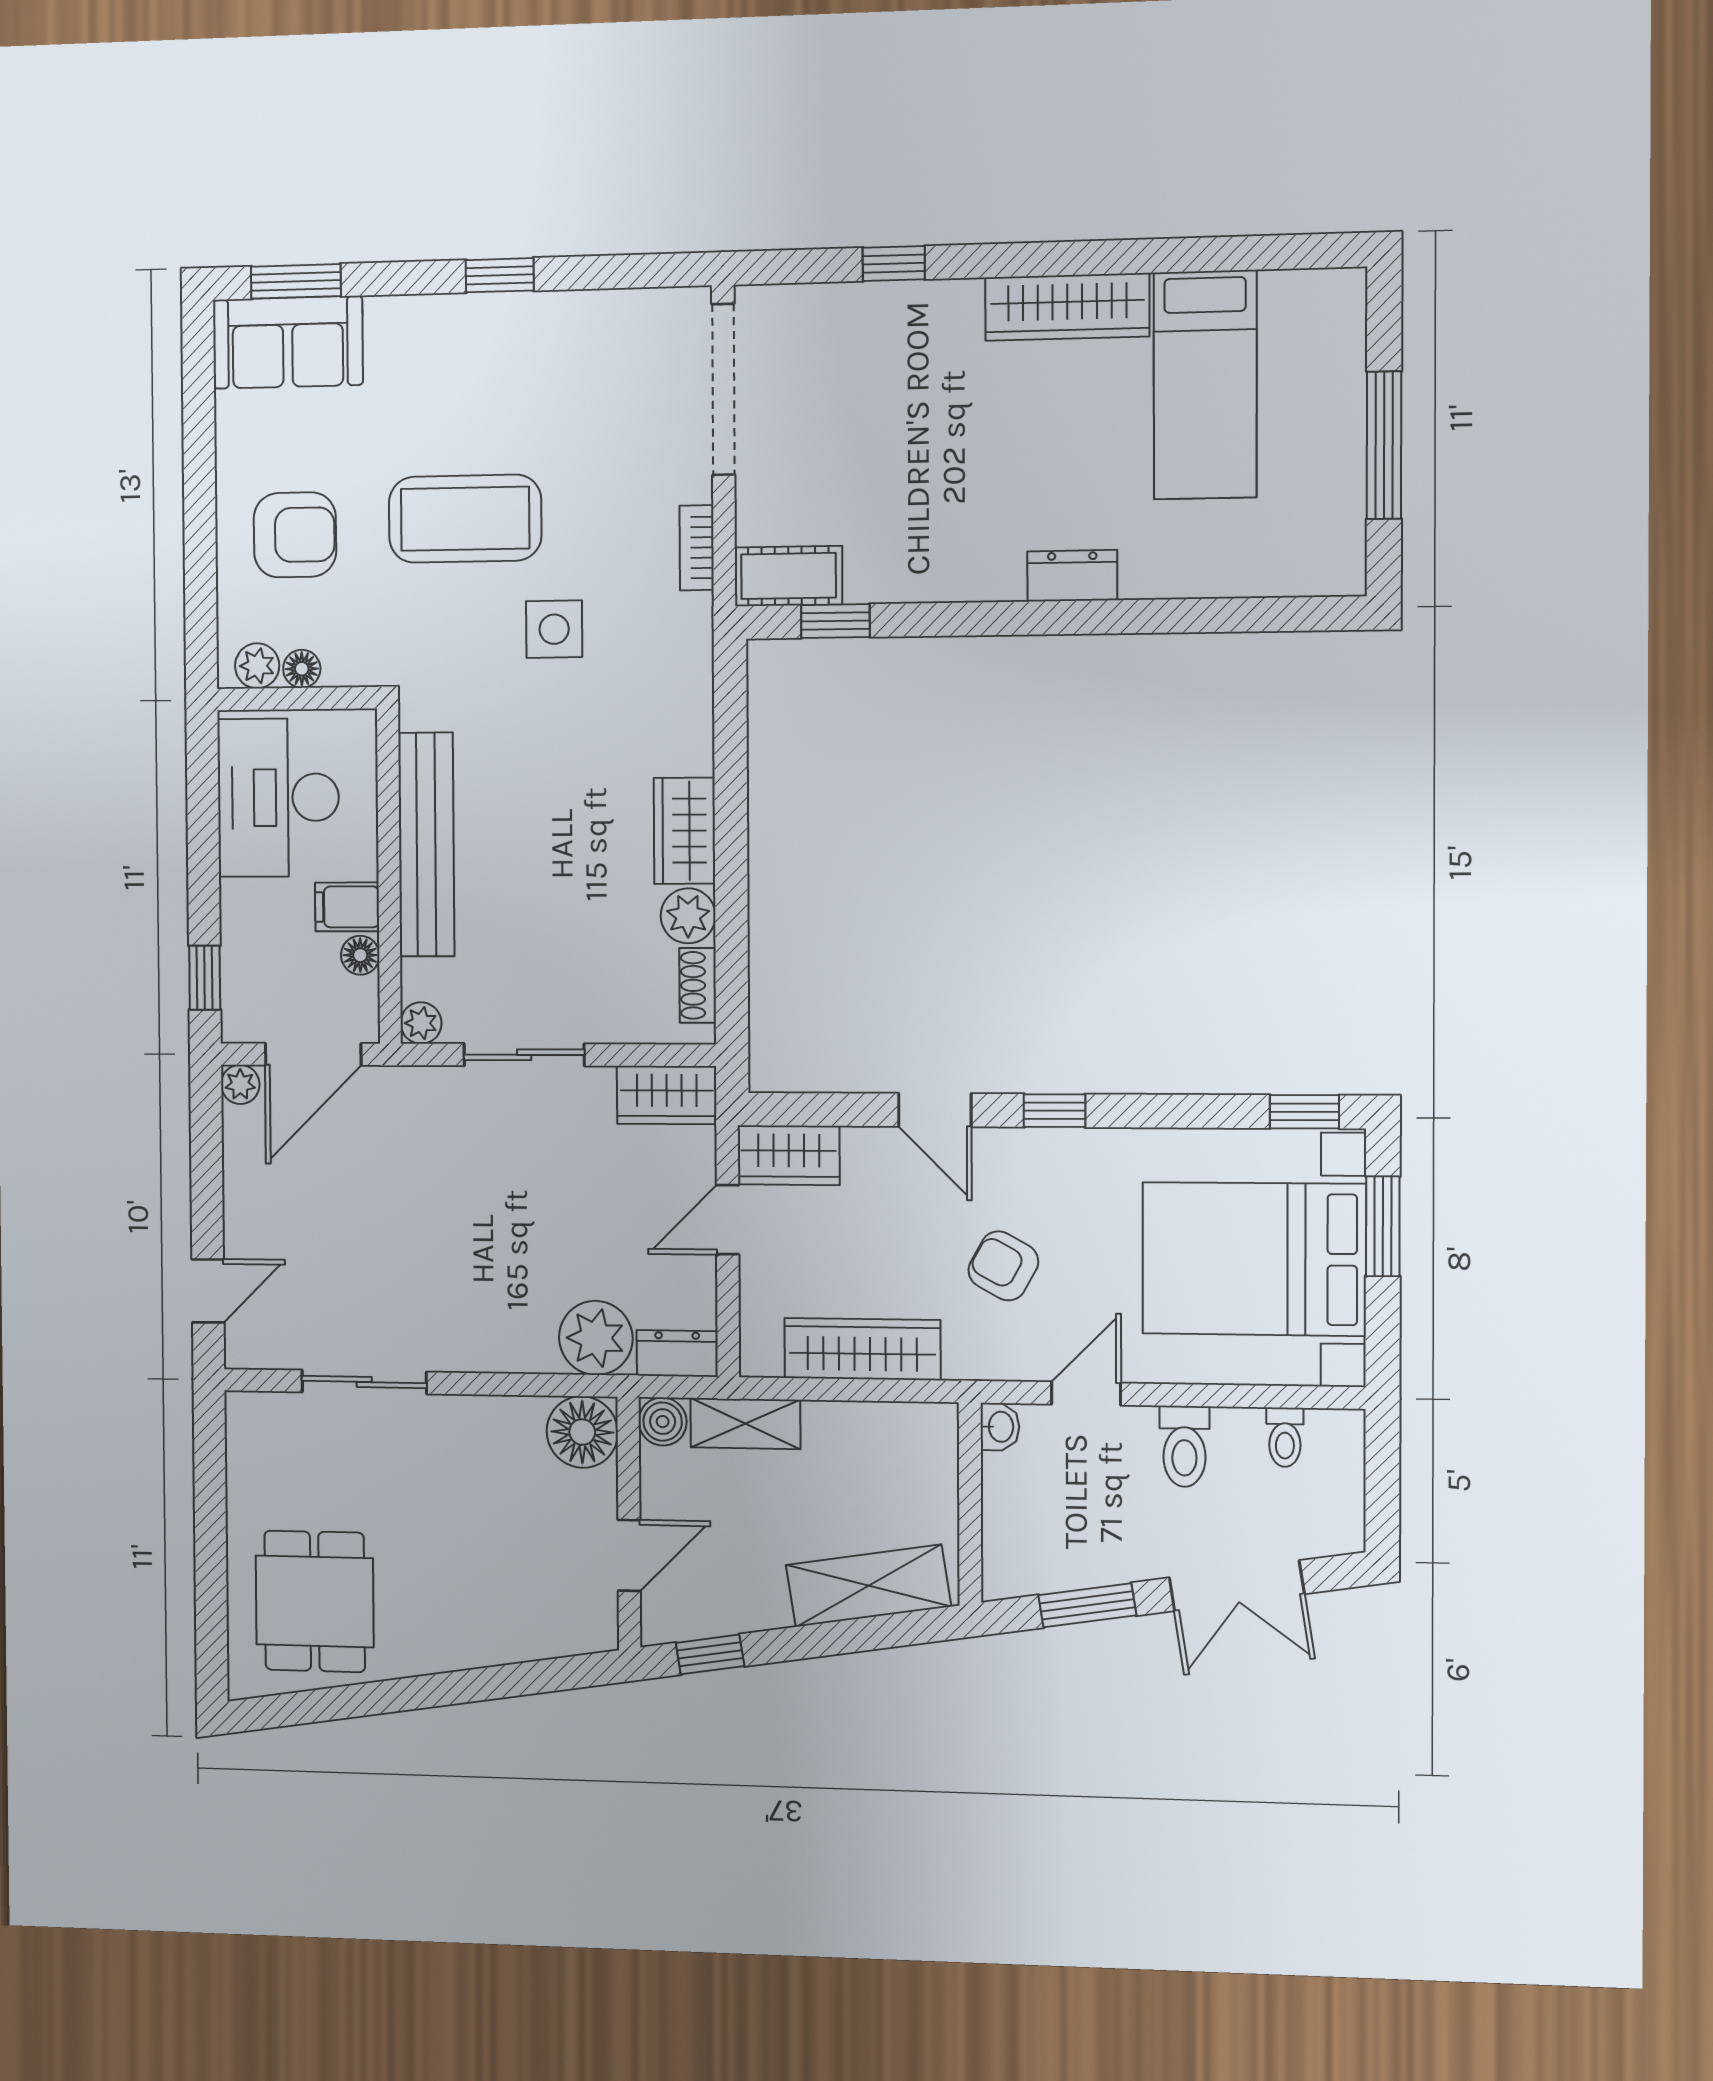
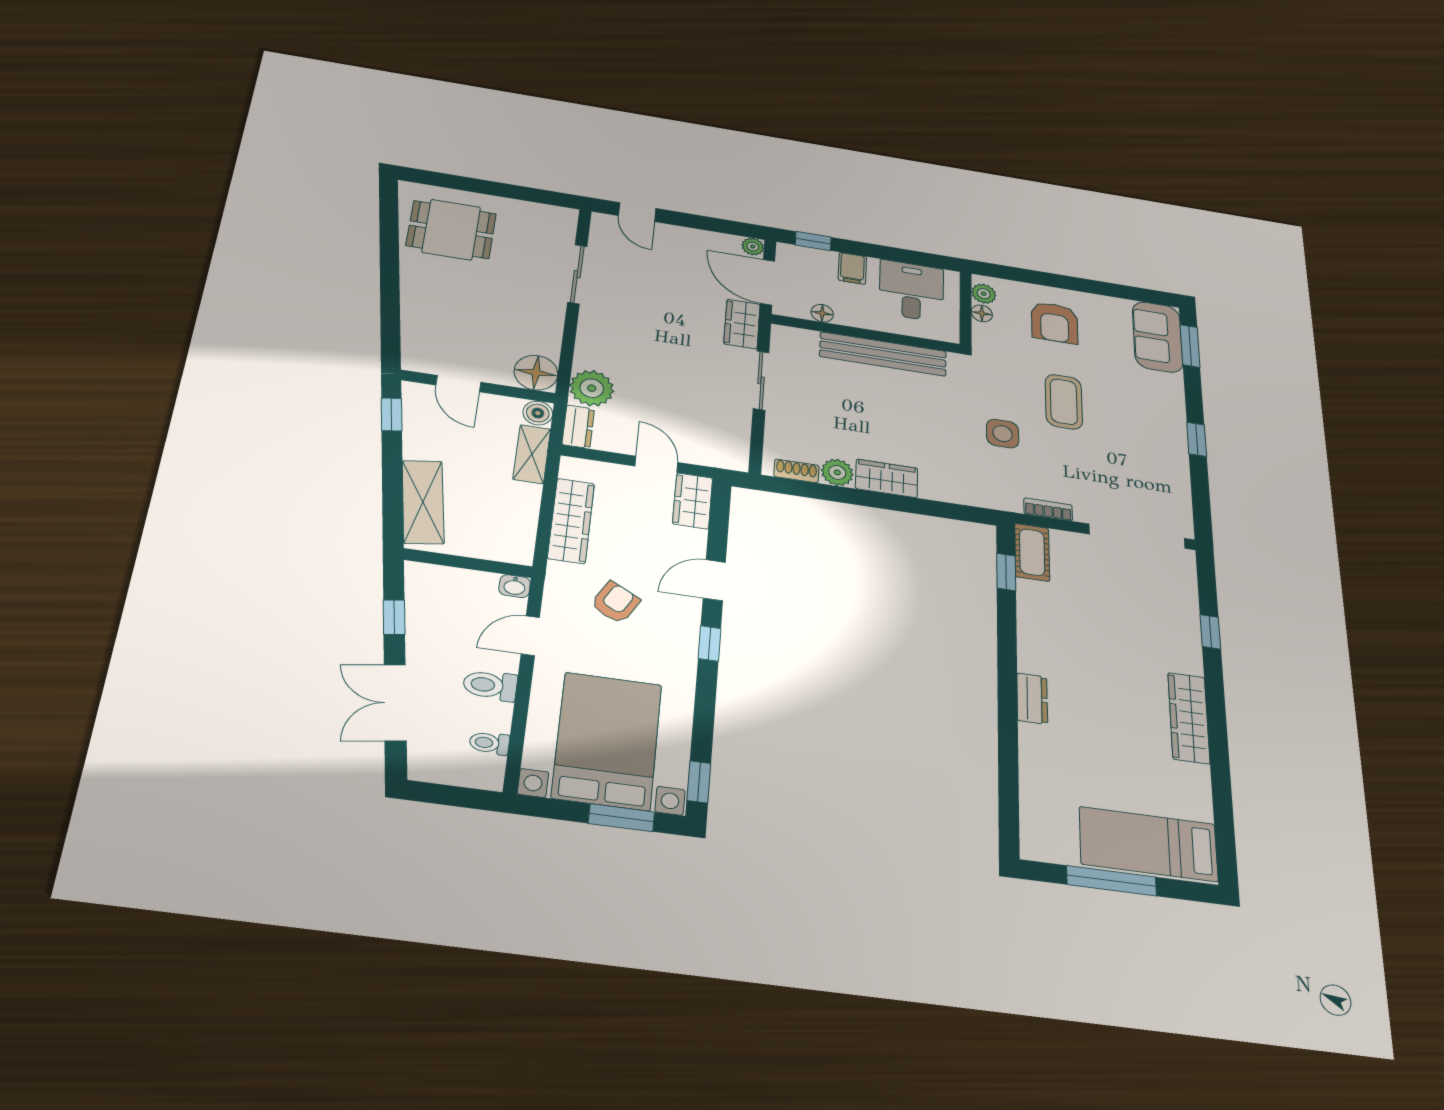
bed: (1205, 385) -> (1148, 844), moved
coffee table: (465, 519) -> (1064, 402), width x0.73, depth x0.76
desk: (278, 798) -> (911, 291), width x0.73
filing cabinet: (347, 907) -> (852, 268), moved, turned 180
plant: (421, 1023) -> (782, 335), removed
wardrobe: (667, 1095) -> (742, 324), moved
door: (1086, 1394) -> (530, 636), swing flipped
window: (1087, 1605) -> (394, 617), width x0.67

